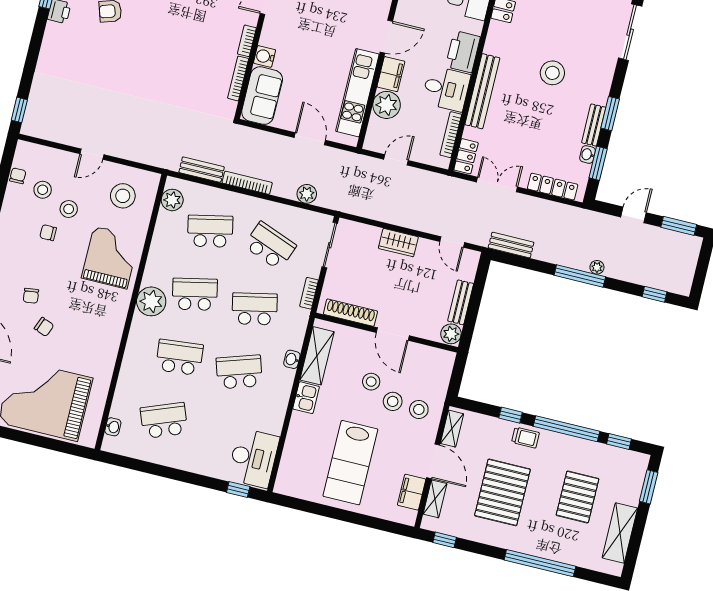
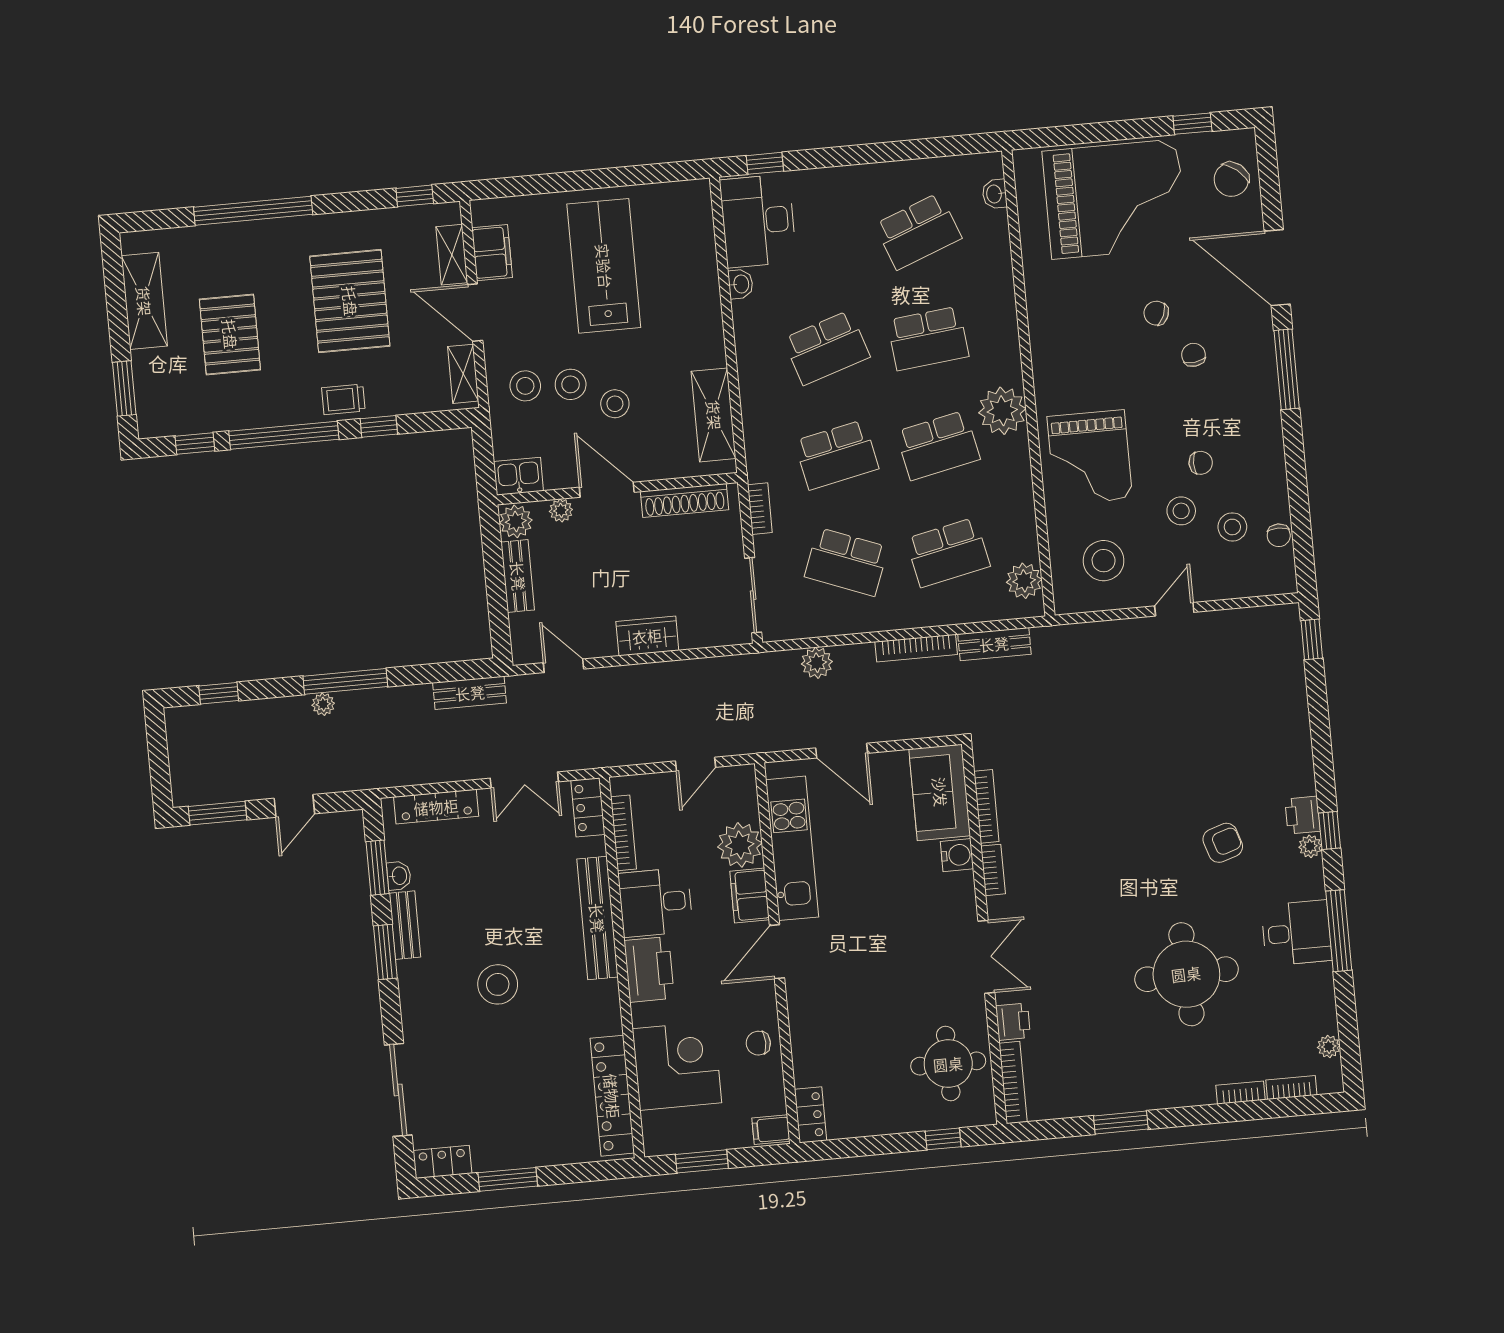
plant: (423, 331) -> (561, 510), added
washbasin: (292, 359) -> (741, 284), moved
kitchen sink: (306, 398) -> (518, 476), moved, turned 90

